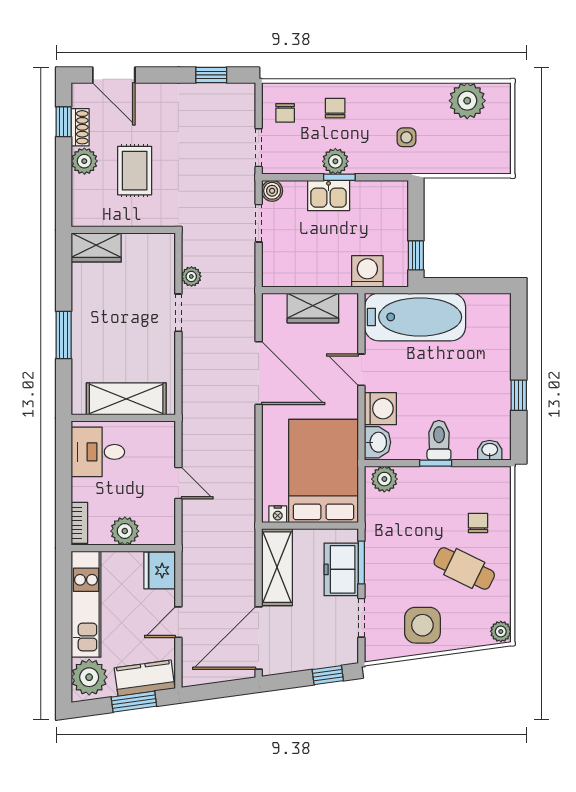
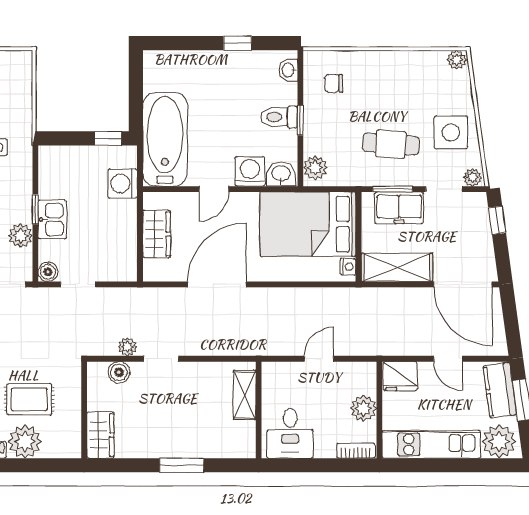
plant: (84, 161) -> (25, 442), width x1.36, depth x1.36
plant: (335, 161) -> (21, 236), moved
boiler: (164, 267) -> (119, 372), added
shelving: (126, 399) -> (245, 395), width x0.67, depth x0.75
chair: (478, 523) -> (334, 83), moved
cafe table: (464, 568) -> (391, 144), moved, turned 68
plant: (374, 648) -> (472, 177), added

